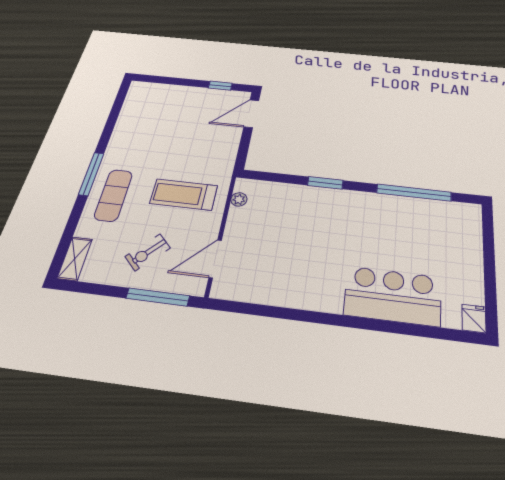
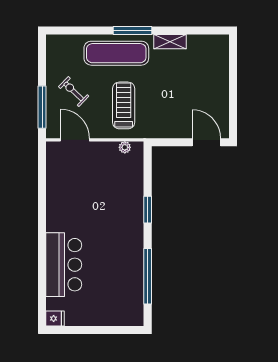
window: (220, 86) -> (233, 111), removed
exercise mat: (113, 195) -> (116, 53), width x1.36, depth x1.45
shelving: (75, 259) -> (170, 42), moved

